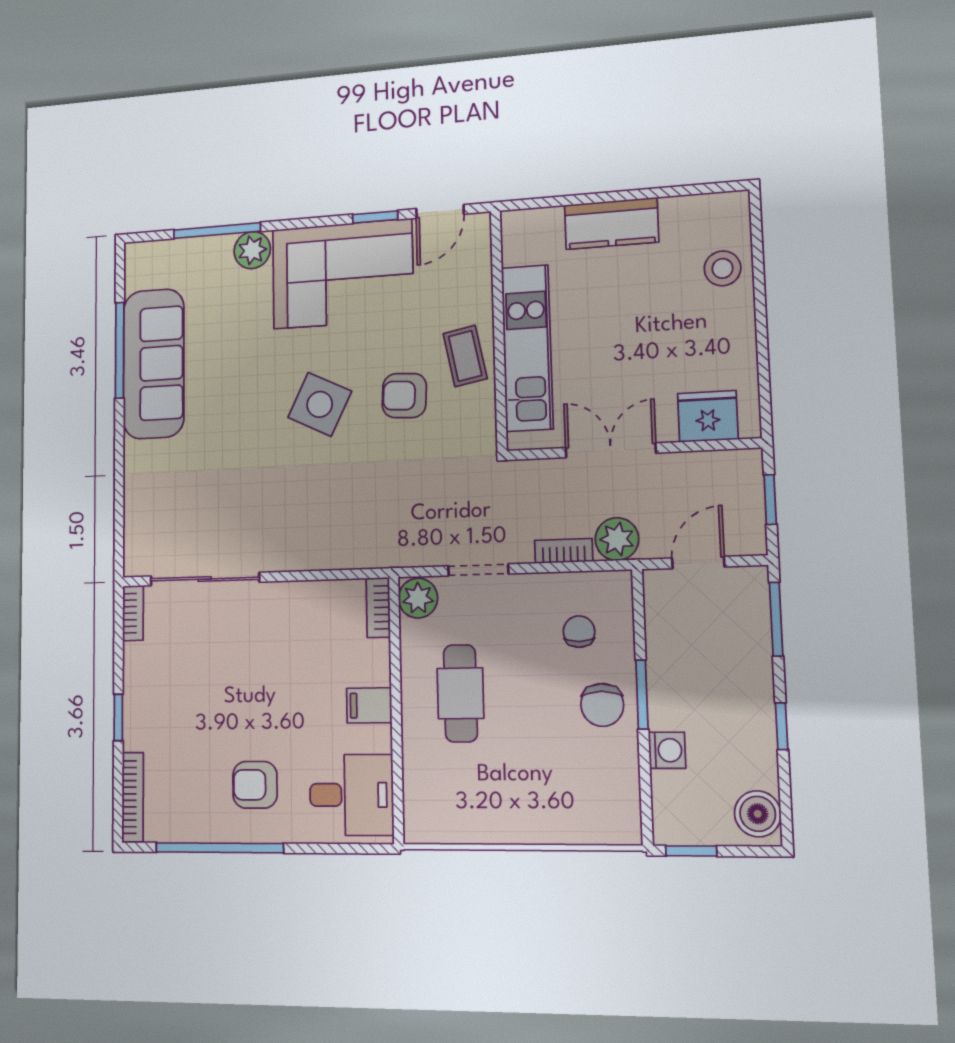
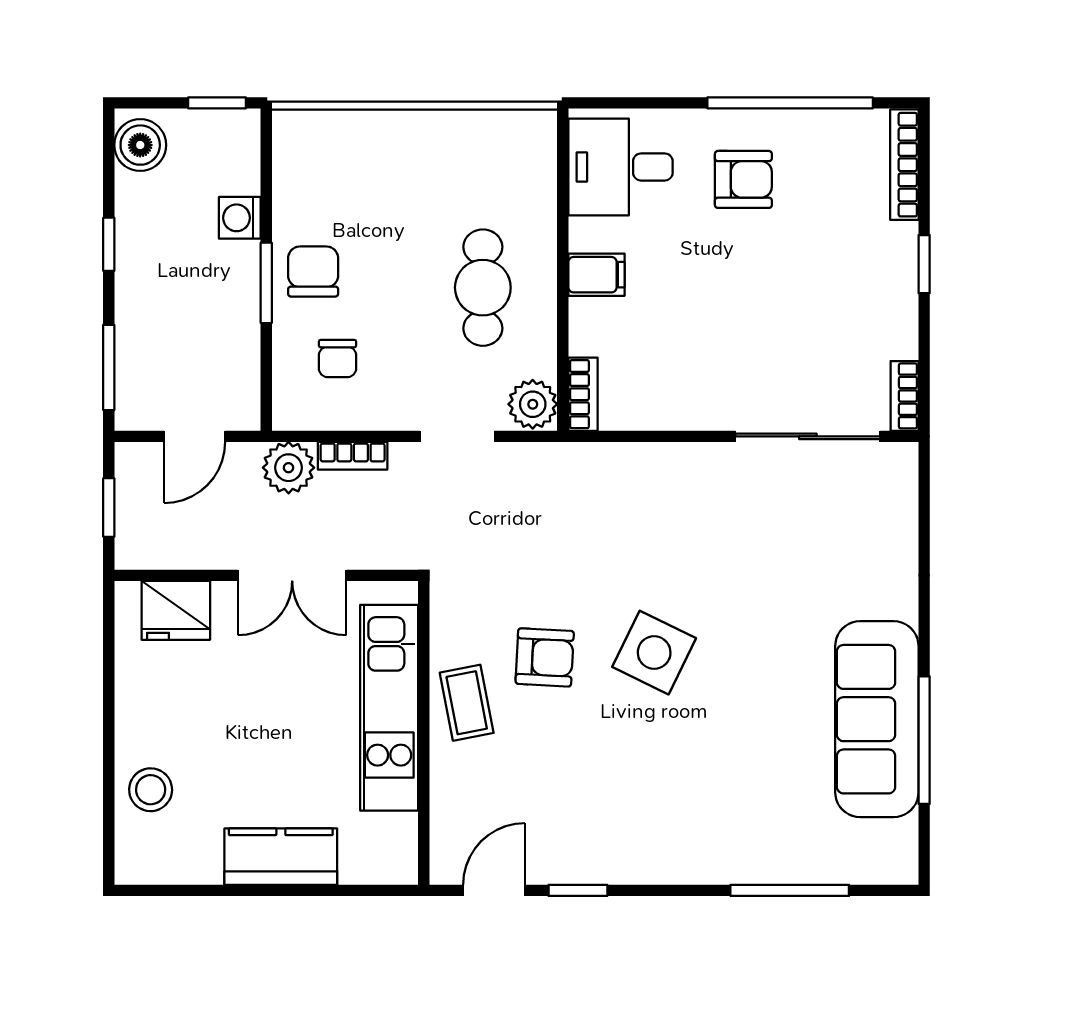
plant: (252, 250) -> (742, 860), removed
corner sofa: (342, 274) -> (622, 819), removed

